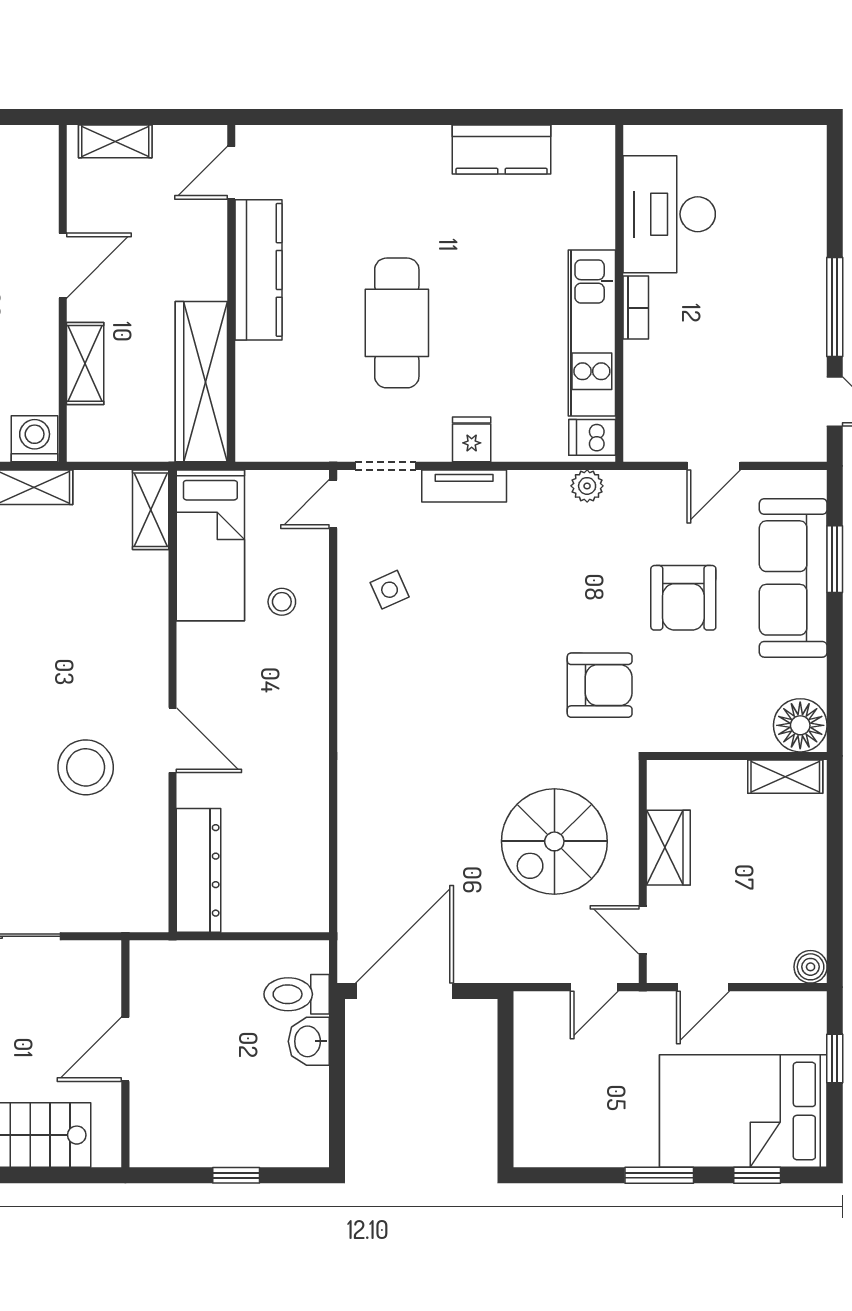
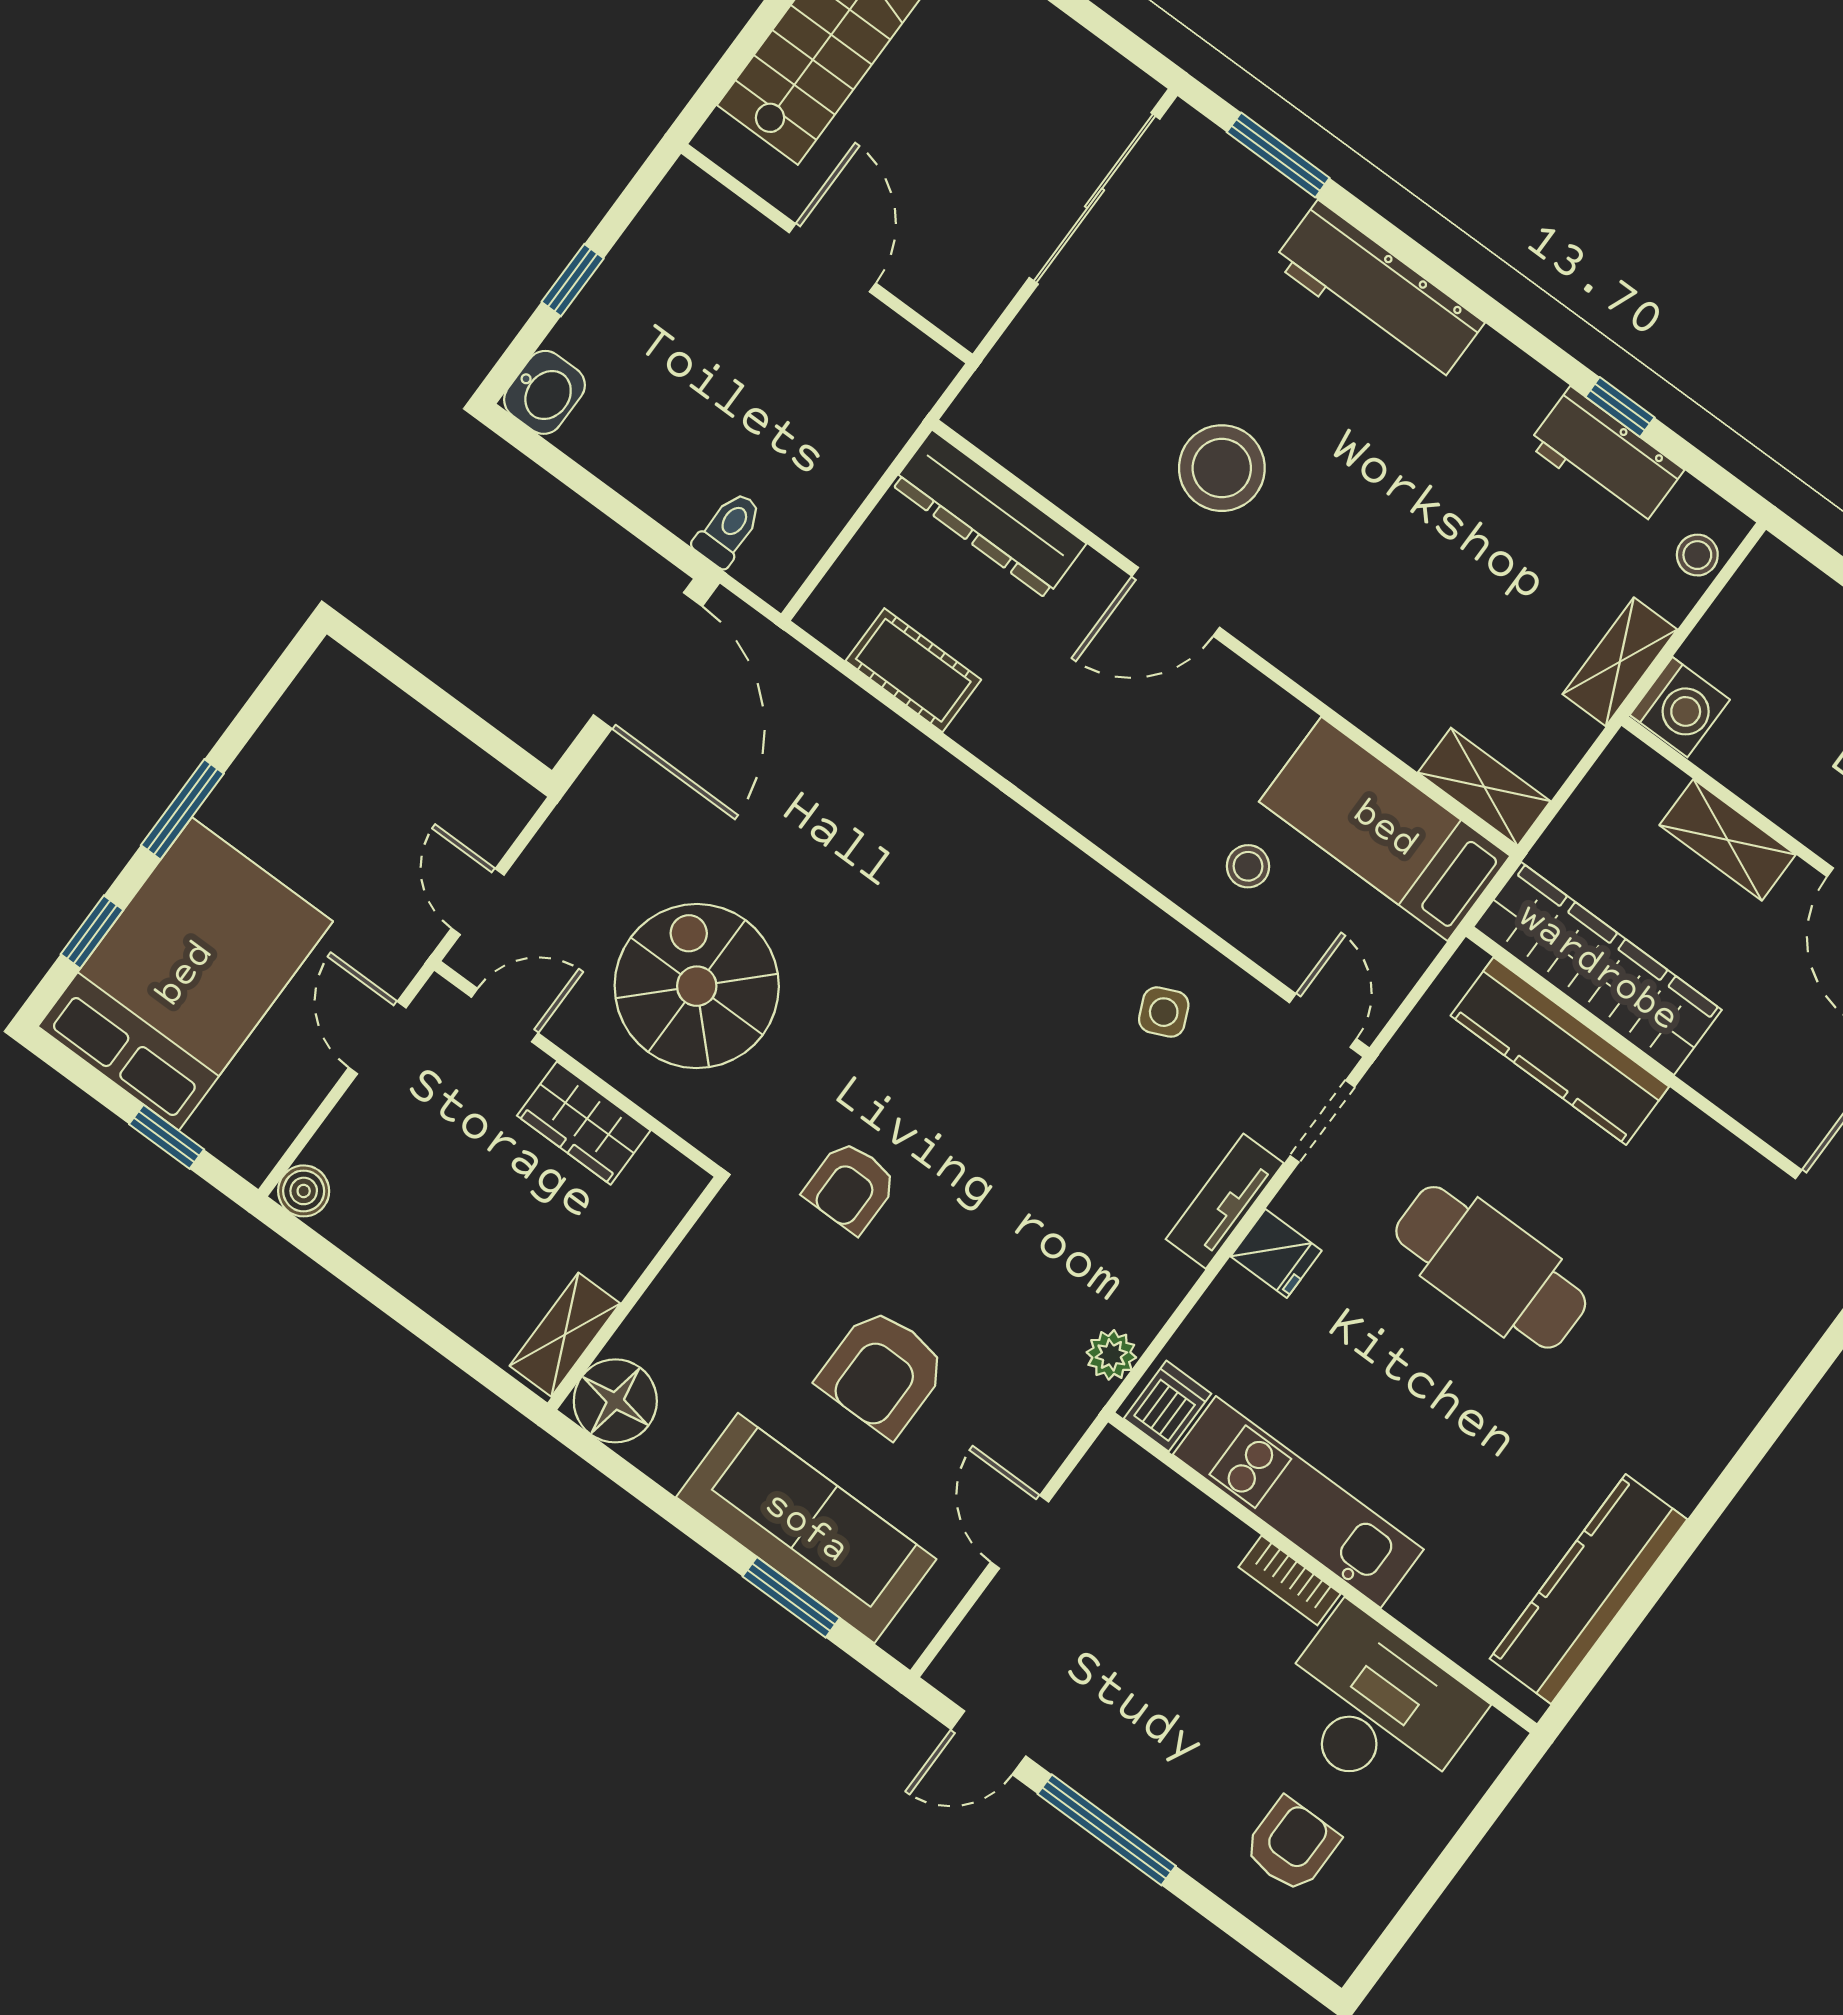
kitchen counter: (502, 150) -> (1588, 1589), width x1.50
armchair: (772, 206) -> (1292, 1845), added
kitchen counter: (259, 270) -> (1560, 1051), moved
armchair: (683, 598) -> (883, 1372), turned -90
armchair: (600, 685) -> (851, 1187), width x0.72, depth x0.72
cot: (308, 850) -> (913, 670), added
toilet: (297, 994) -> (728, 529), width x0.73, depth x0.72
washbasin: (309, 1041) -> (544, 392), moved, turned 90

